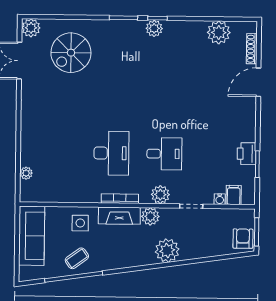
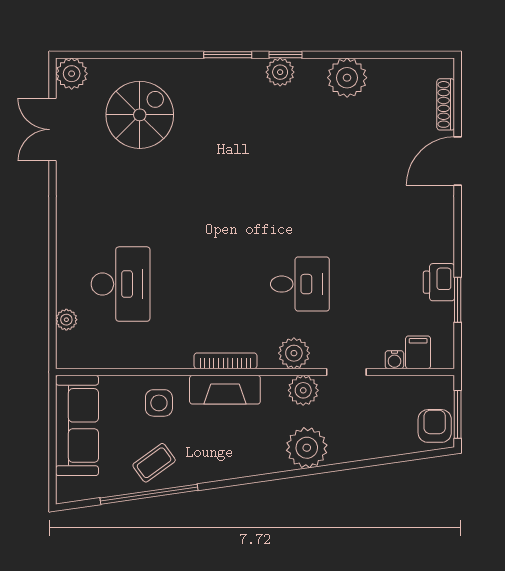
plant: (219, 33) -> (347, 78), moved
spiral stairs: (71, 53) -> (140, 115), turned 180
desk: (111, 153) -> (121, 284), moved
plant: (150, 216) -> (303, 390), moved

